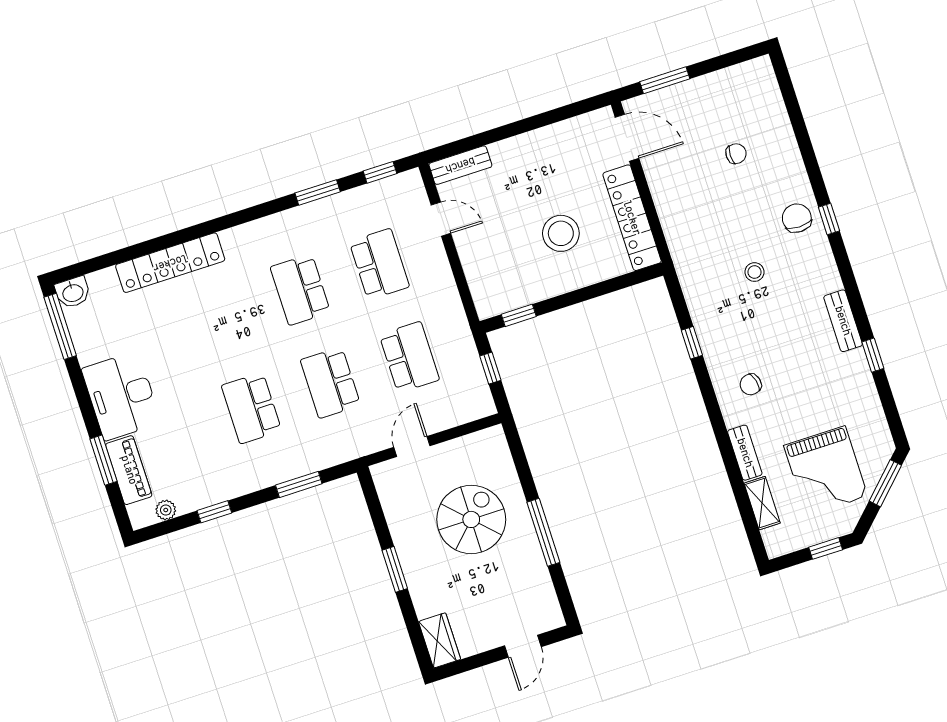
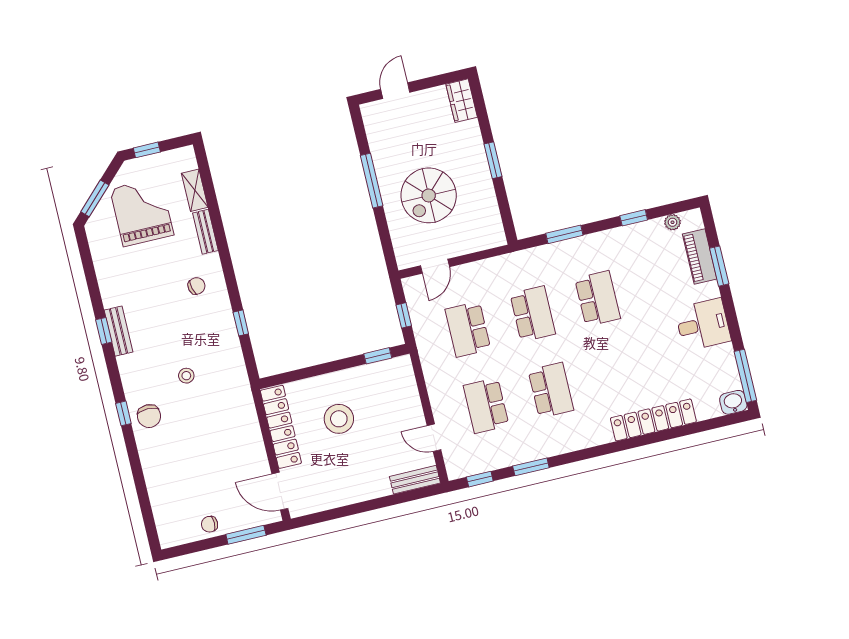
chair: (736, 154) -> (210, 524), moved
window: (873, 355) -> (104, 331), moved
desk: (121, 396) -> (703, 325), width x0.73
door: (412, 447) -> (435, 266), moved

